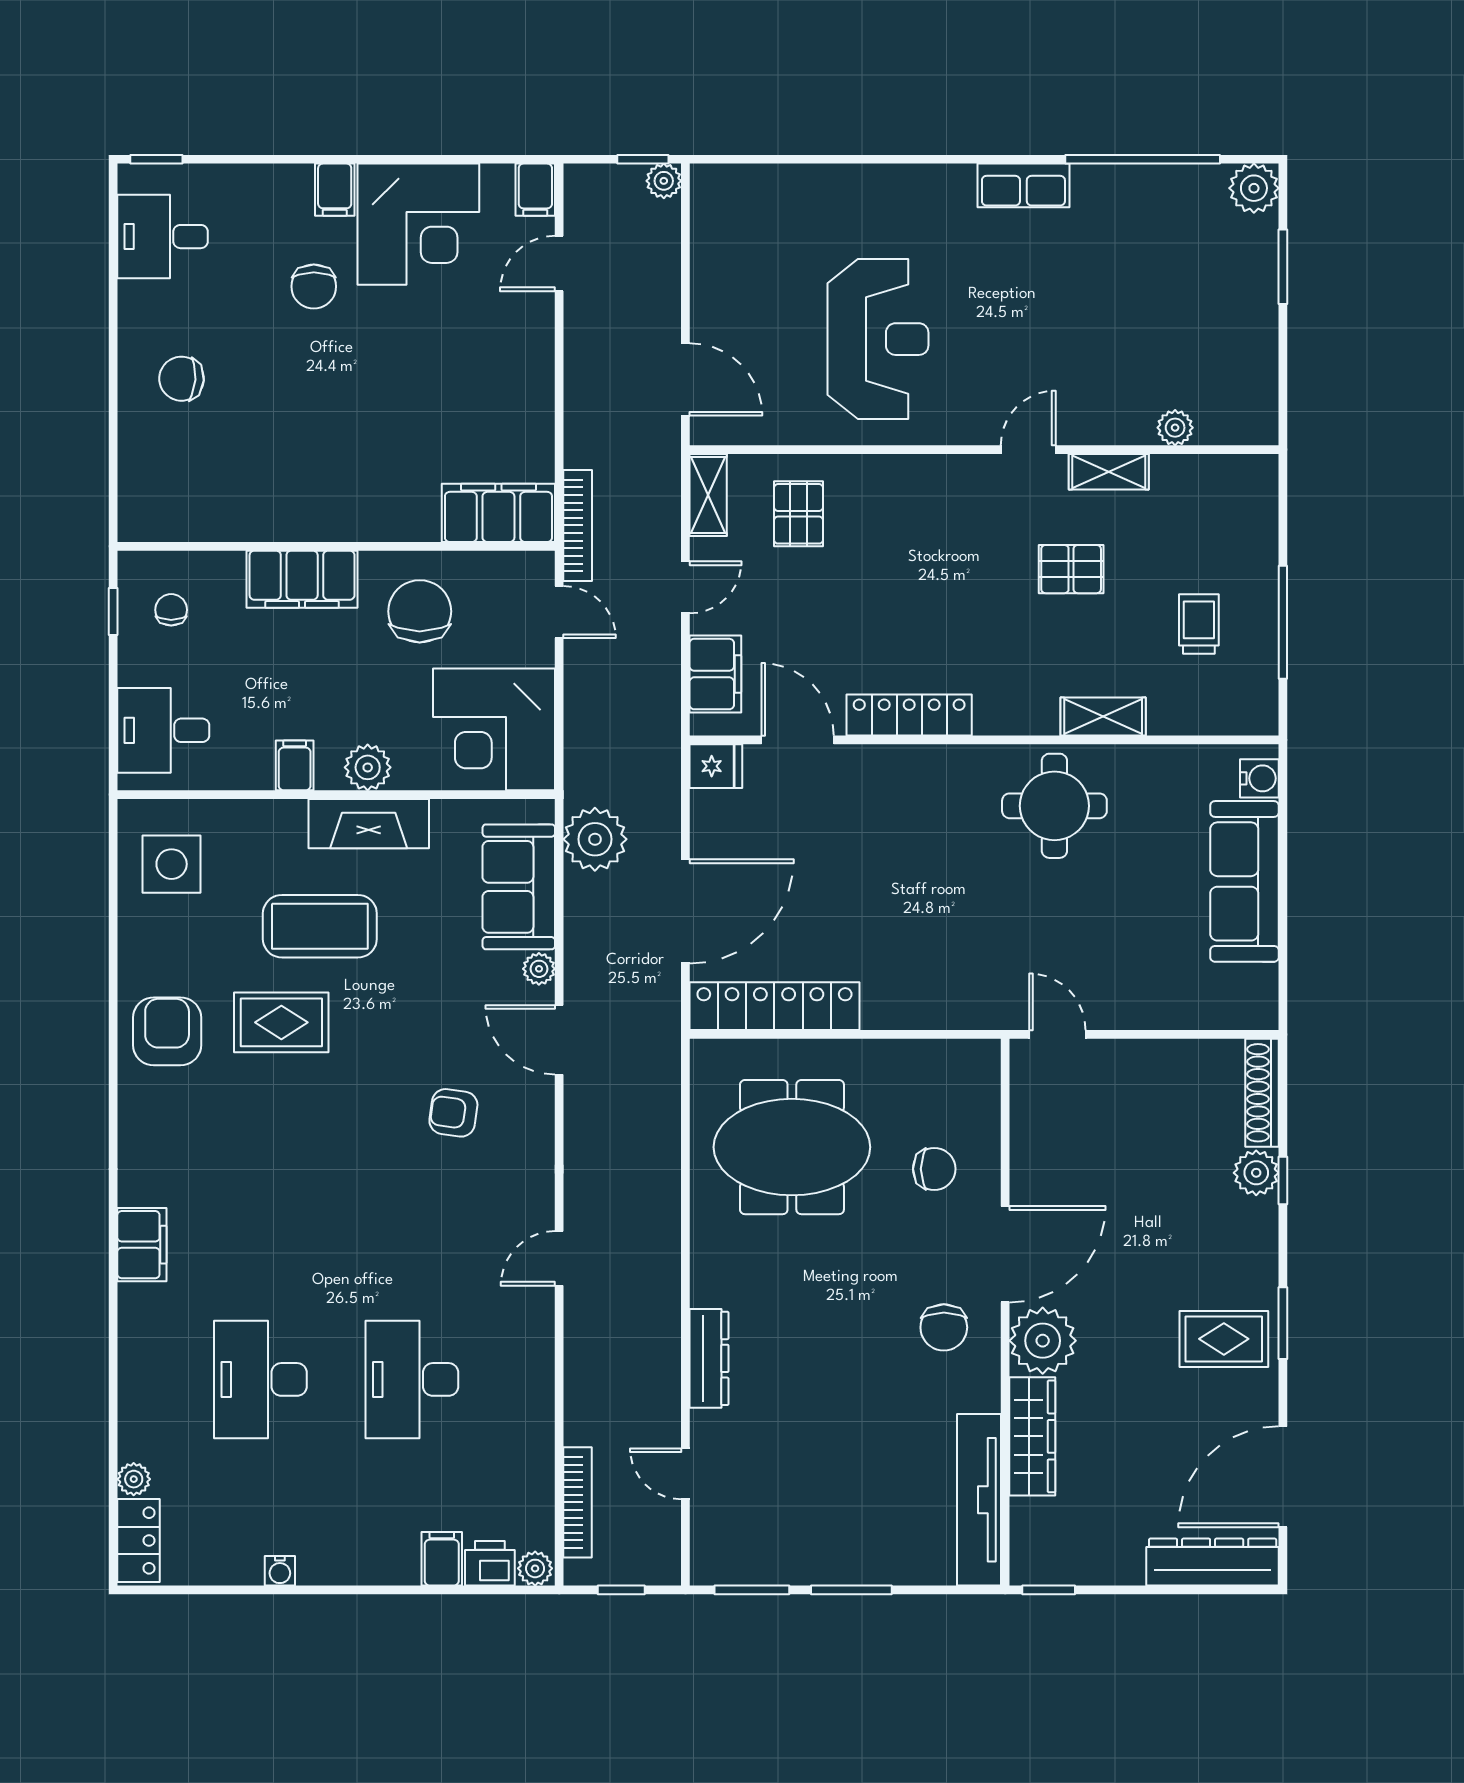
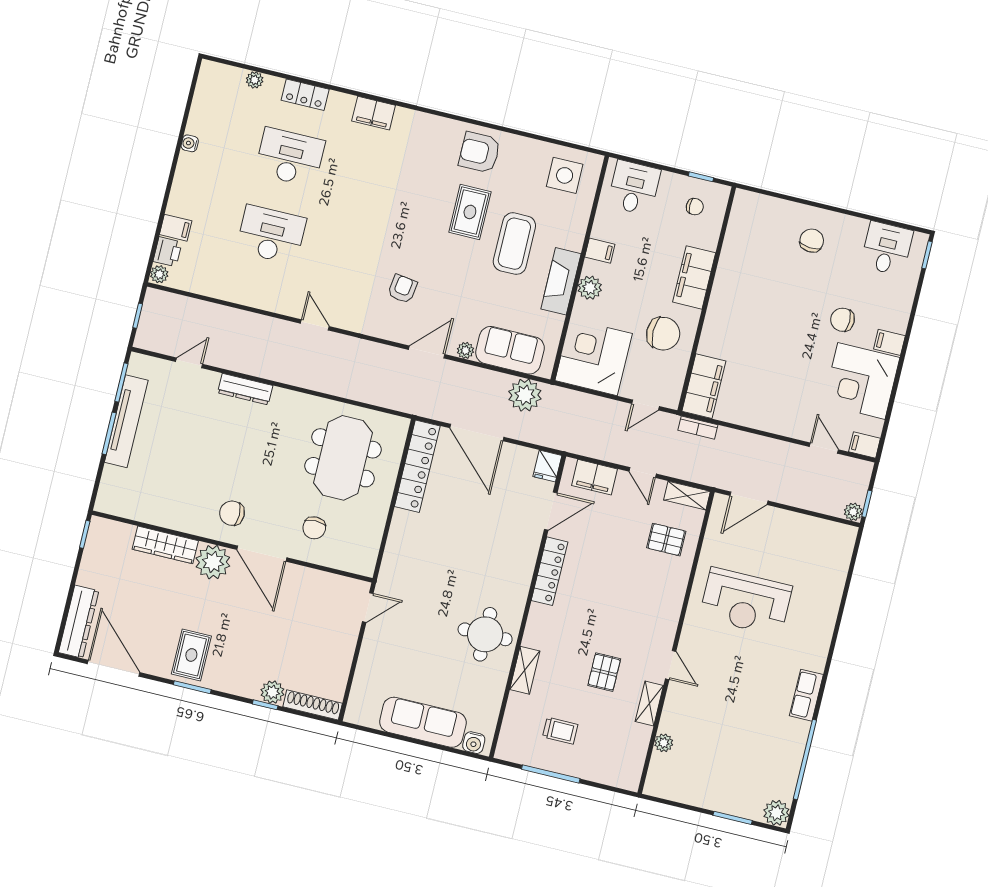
bookcase: (578, 525) -> (698, 428), width x0.64
armchair: (167, 1031) -> (480, 152), turned 180
tv unit: (979, 1500) -> (126, 421), moved, turned 90
bookcase: (578, 1502) -> (188, 304), removed
locker: (138, 1540) -> (305, 95), moved

